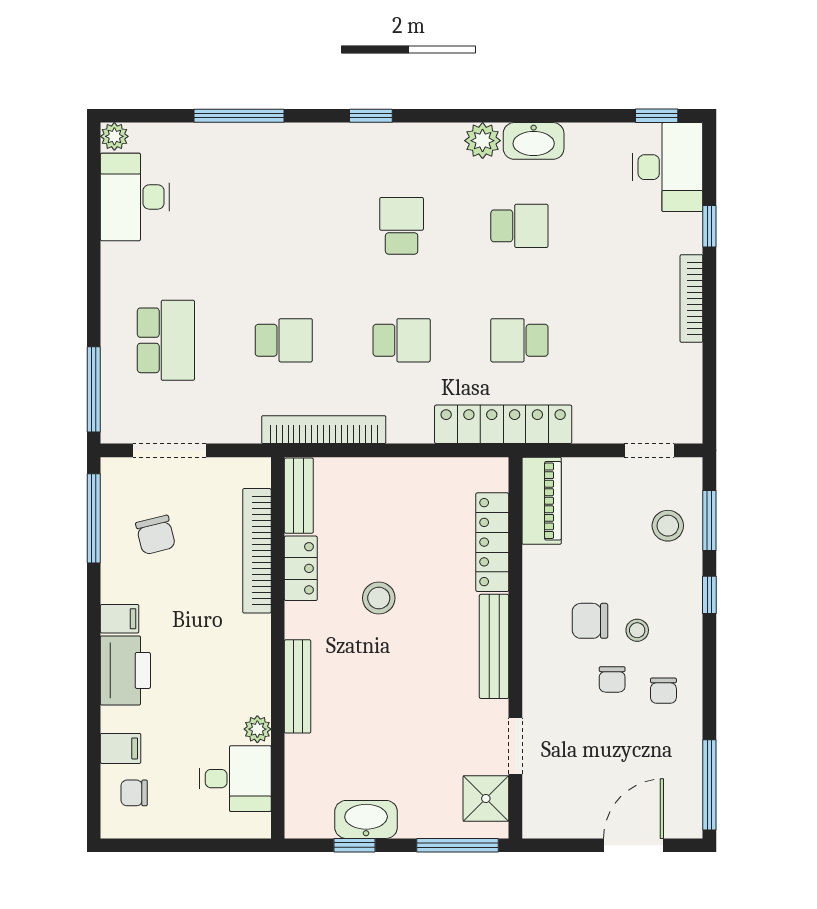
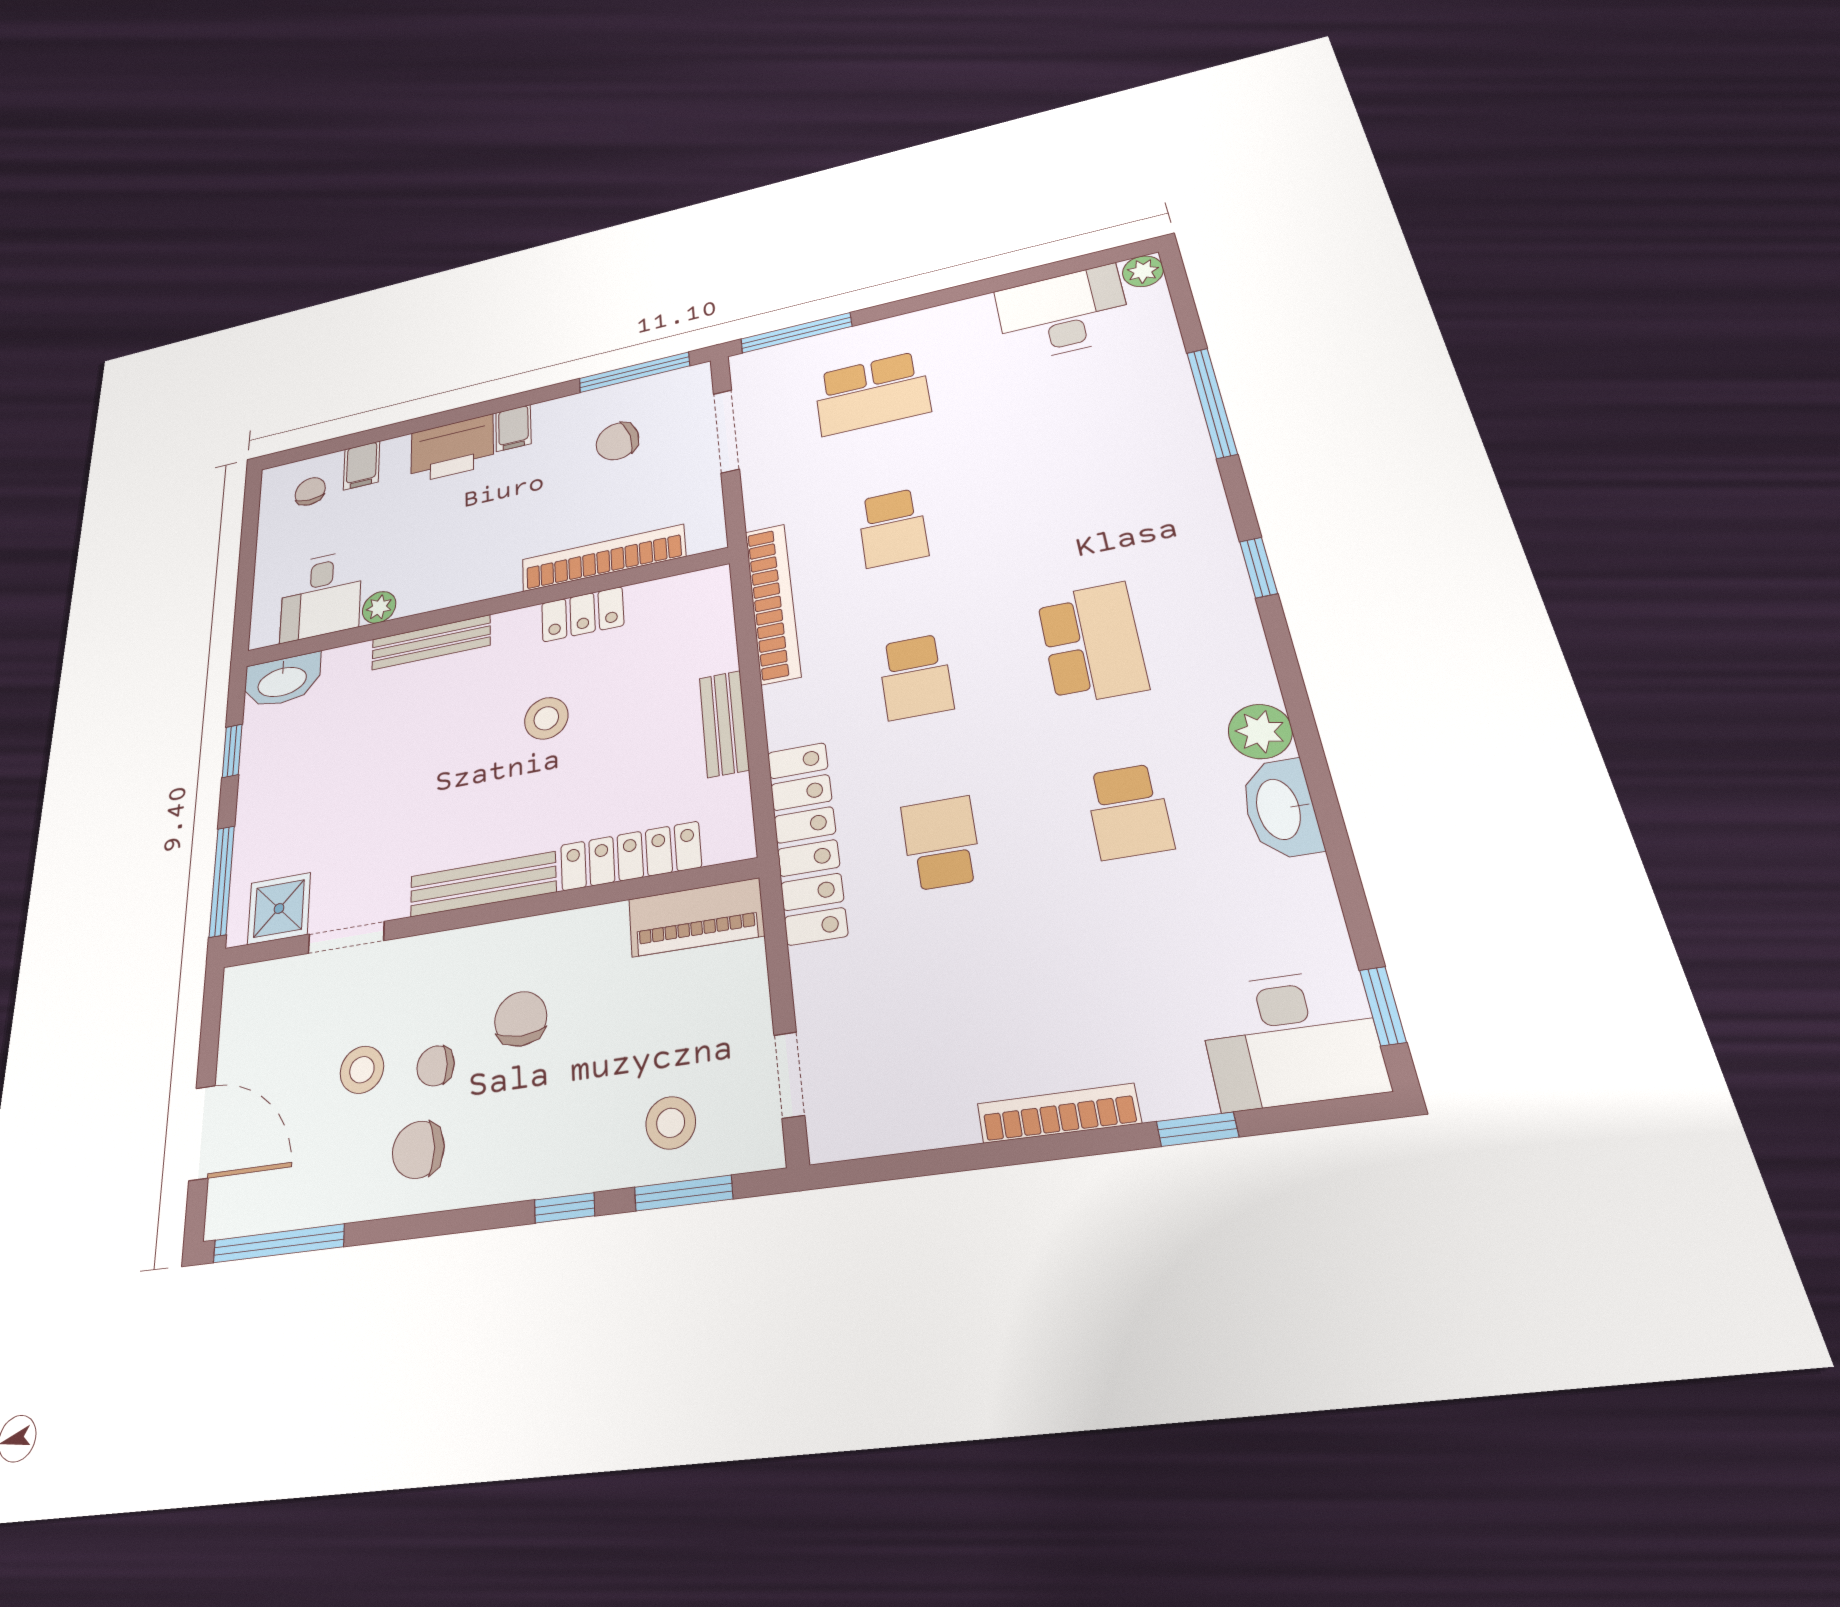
school desk: (402, 226) -> (1092, 643), width x1.85
bench: (299, 496) -> (724, 724), moved, turned 90
stool: (637, 630) -> (362, 1070), moved, width x1.37, depth x1.37
chair: (663, 691) -> (418, 1150), width x1.37, depth x1.37
washbasin: (366, 819) -> (282, 681), moved, turned 90

